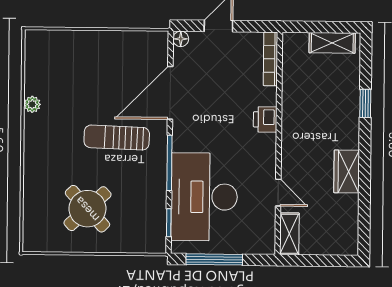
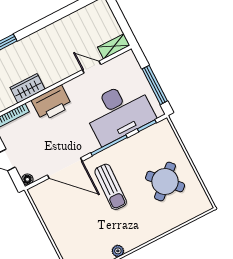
printer: (265, 119) -> (52, 103), width x1.87, depth x1.48
wardrobe: (347, 171) -> (28, 88), moved, turned 180
door: (278, 193) -> (92, 67), hinge flipped

